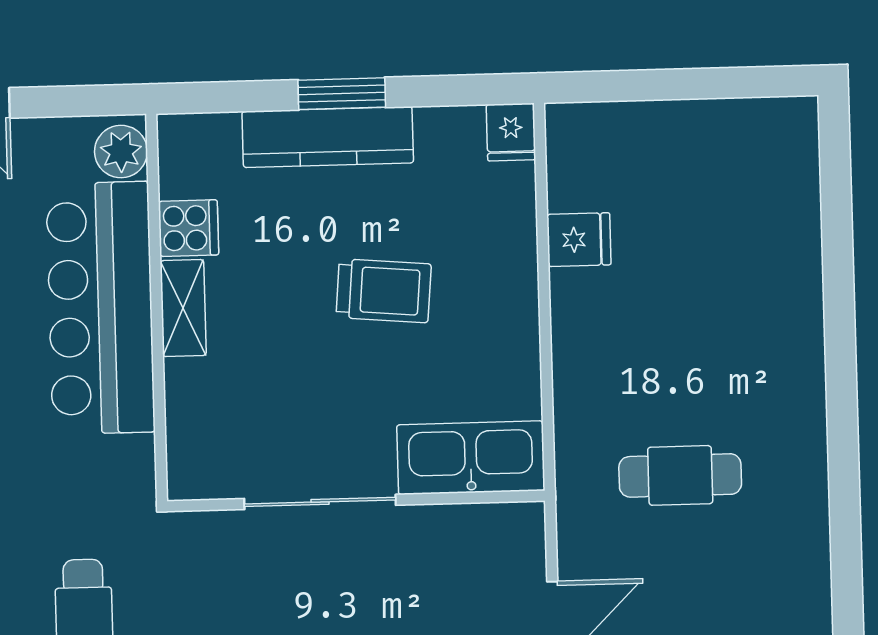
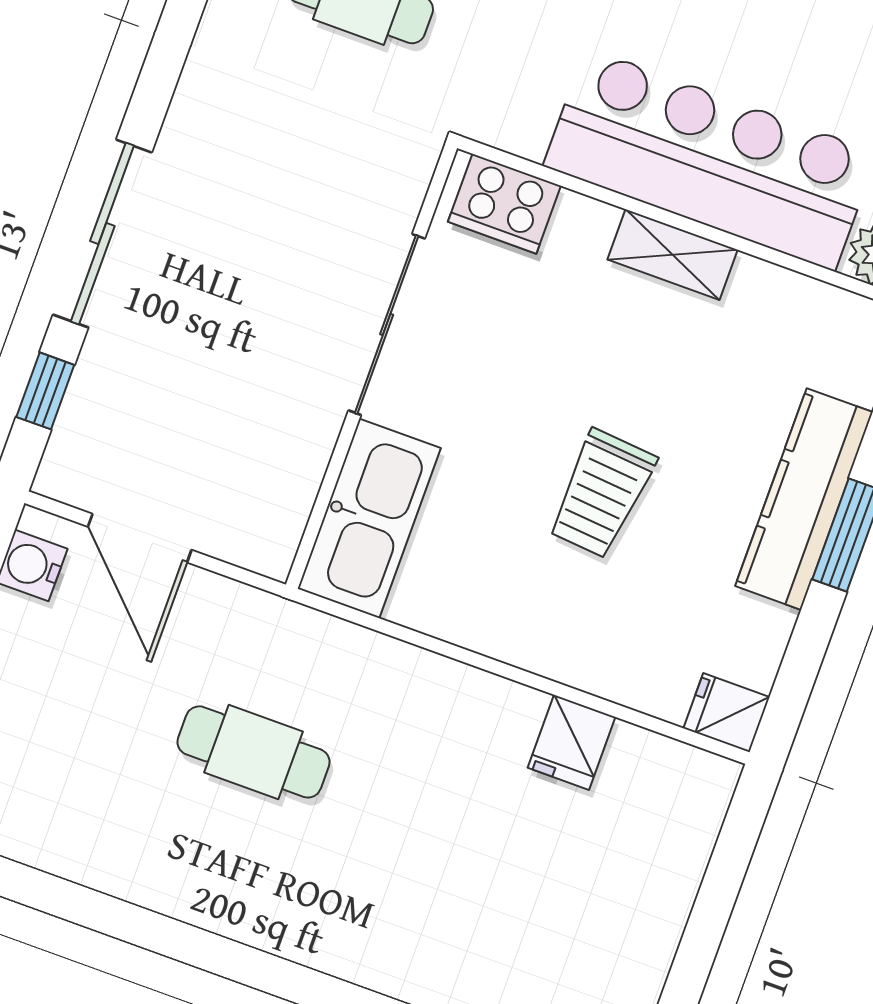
cooker: (189, 228) -> (504, 204), moved, width x1.36
cafe table: (680, 475) -> (254, 752), turned 90

